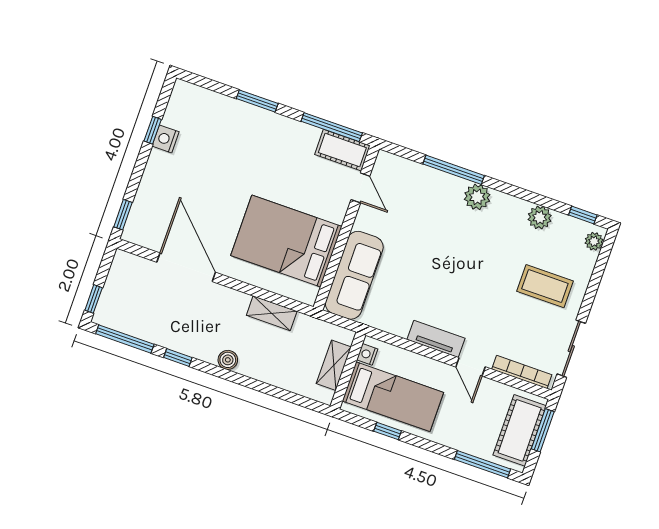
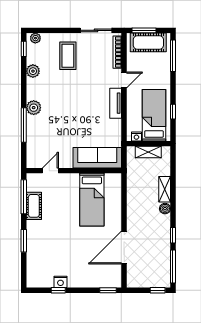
cot: (342, 150) -> (34, 206), moved
bed: (286, 241) -> (92, 200), width x0.67
shelving: (272, 313) -> (165, 189), moved

